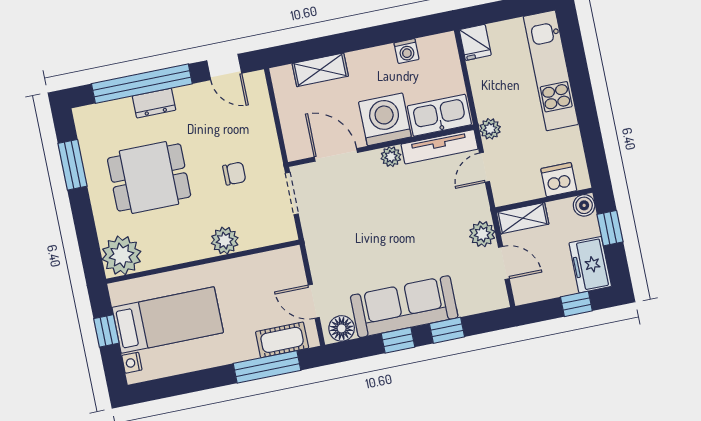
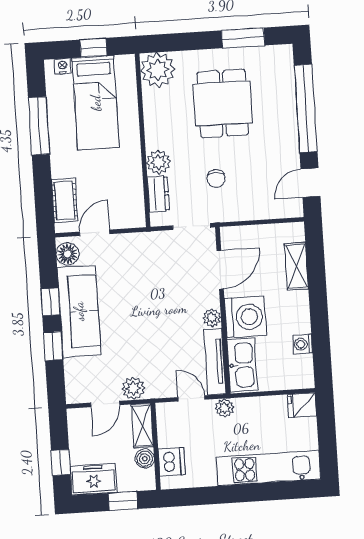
dresser: (154, 103) -> (158, 194), moved, turned 180
boiler: (584, 205) -> (145, 459), moved
window: (267, 367) -> (39, 126), moved

